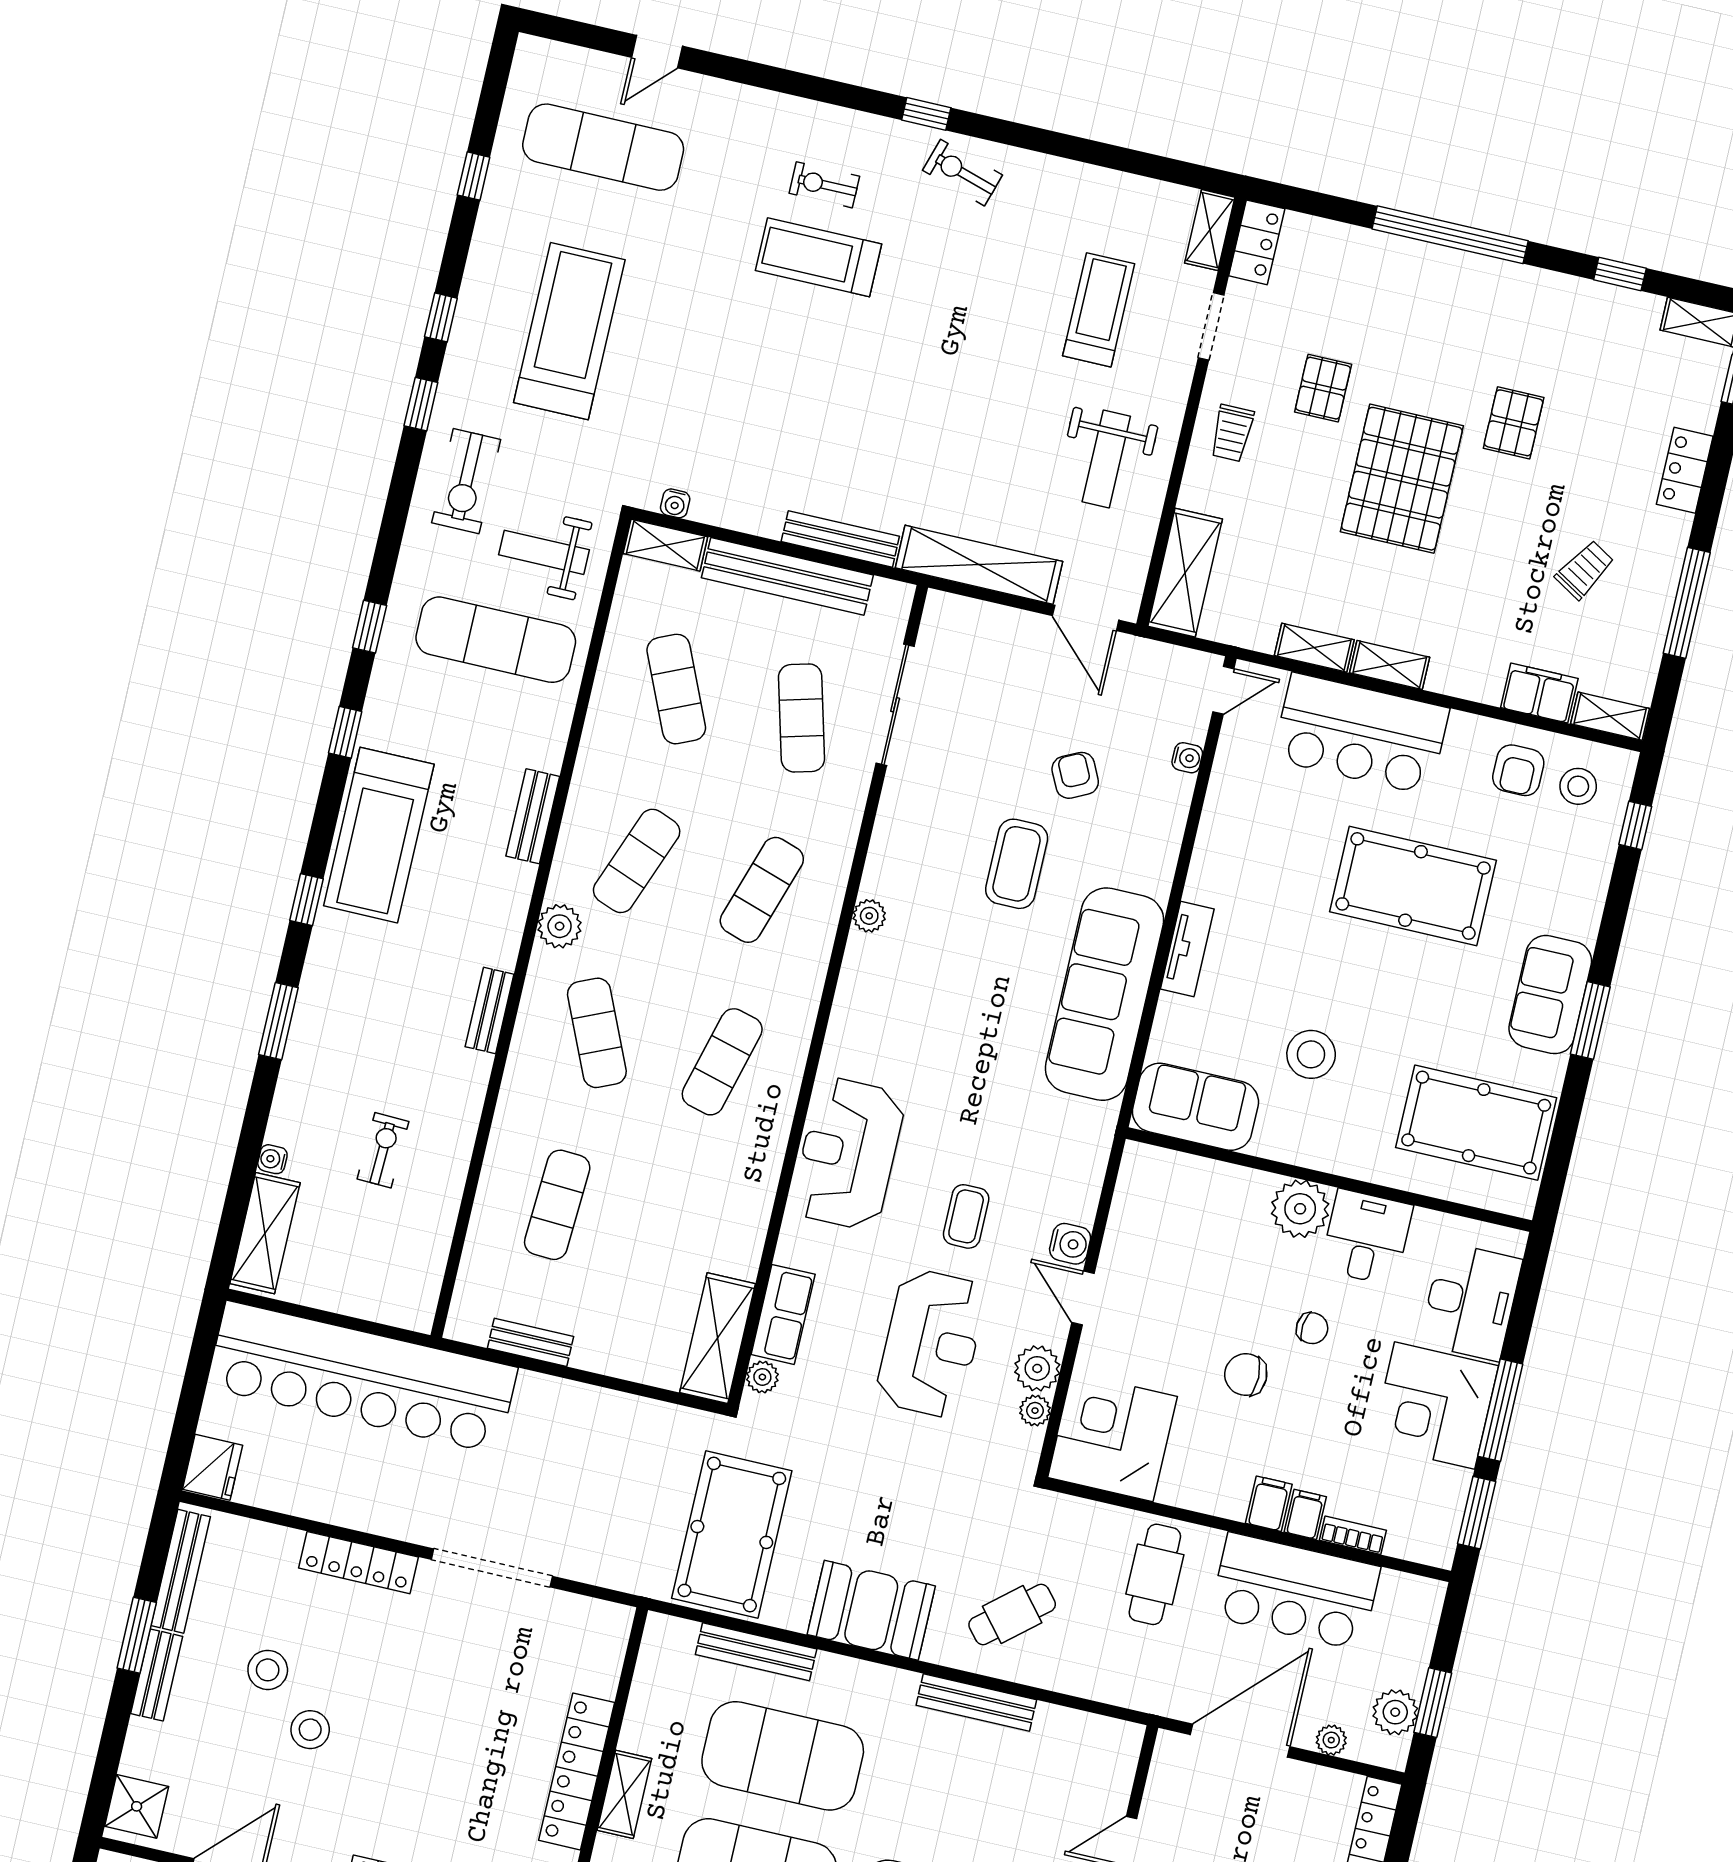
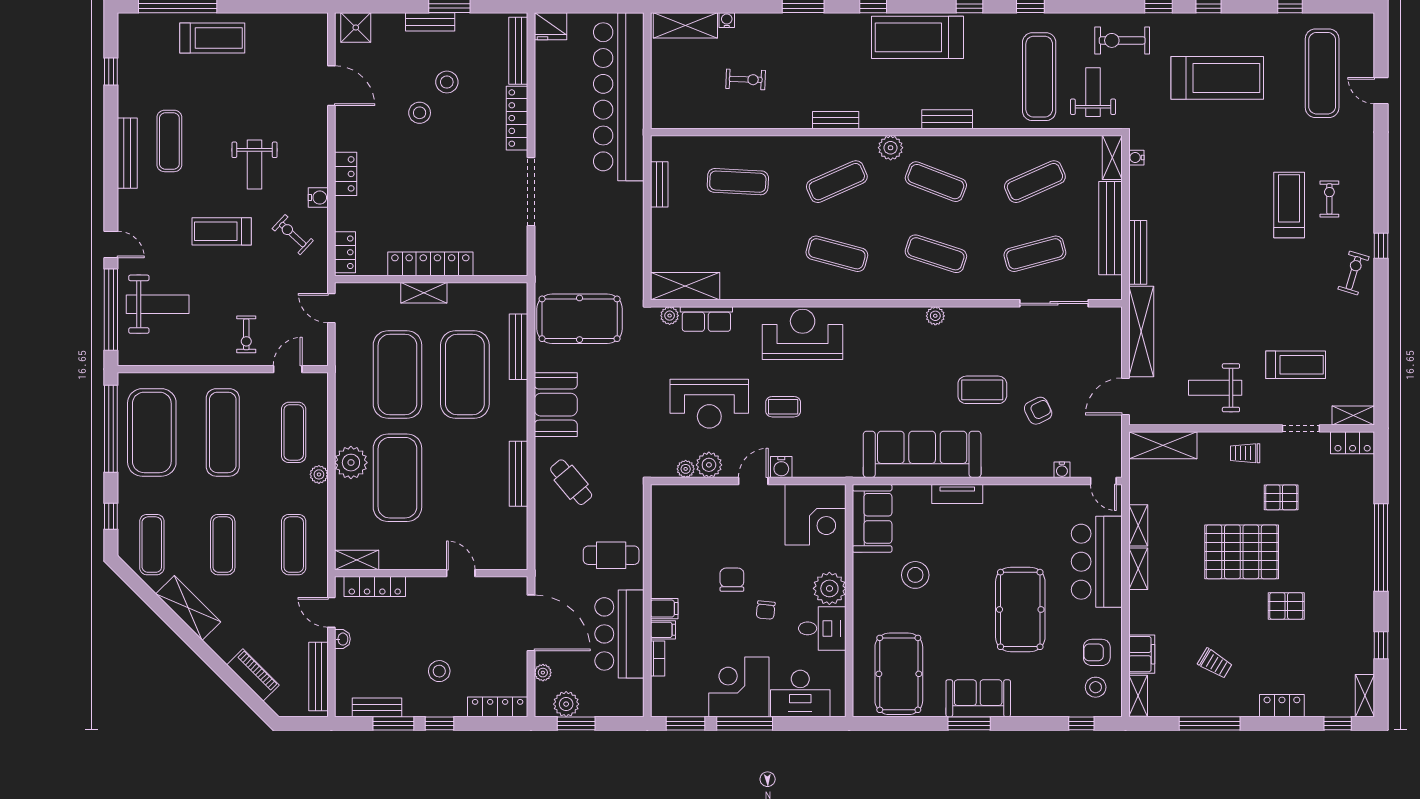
corner desk: (1112, 1437) -> (815, 515), moved, turned 90
bench: (181, 1571) -> (518, 51), moved, turned 90

